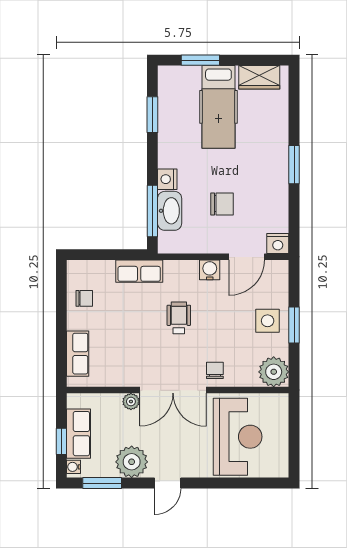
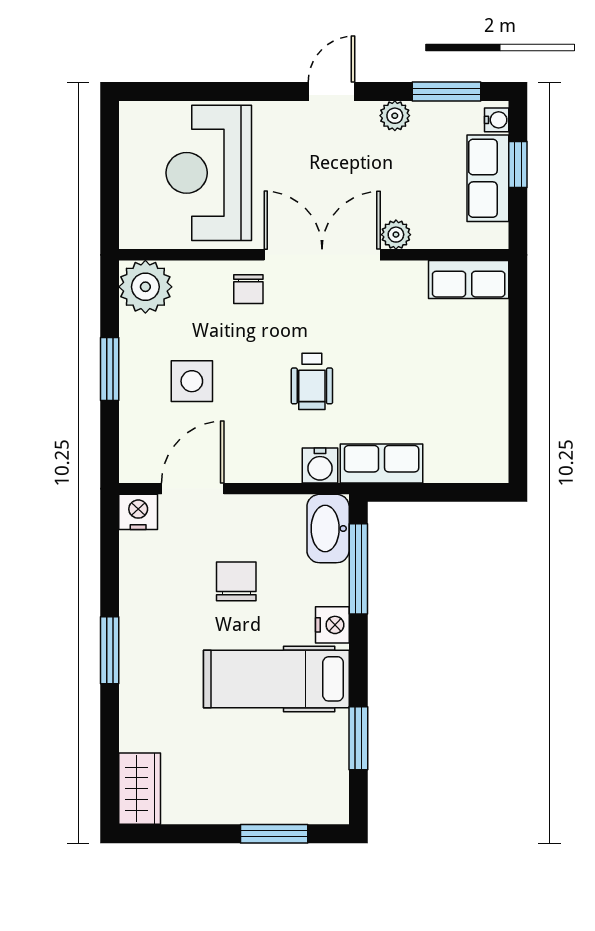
wardrobe: (259, 77) -> (140, 789), moved, turned 90
hospital bed: (218, 107) -> (276, 679), moved, turned -90
chair: (222, 204) -> (236, 581), turned 90
washbasin: (170, 211) -> (328, 529), moved
water cooler: (210, 270) -> (320, 465), moved
chair: (84, 298) -> (478, 416), removed
side table: (268, 321) -> (192, 381), moved
row of seats: (78, 354) -> (469, 279), moved, turned -90
plant: (132, 462) -> (395, 116), width x0.53, depth x0.53

